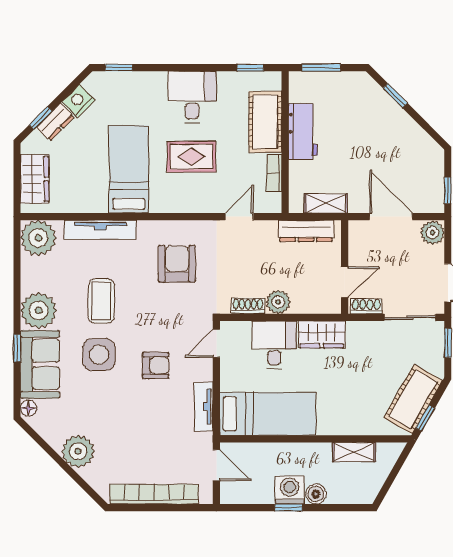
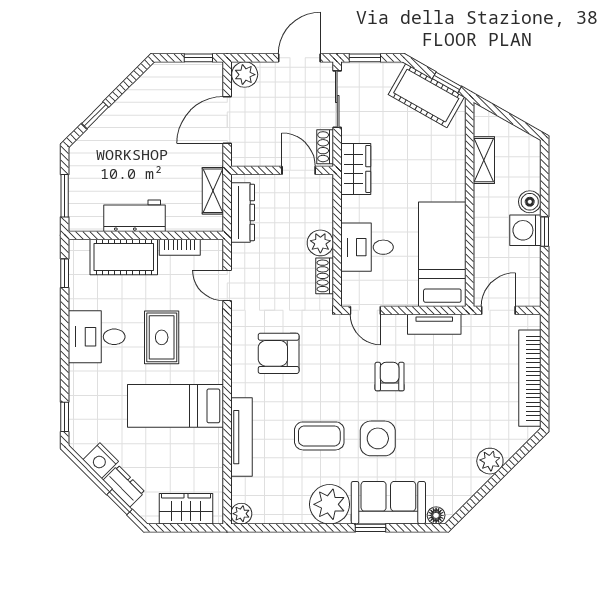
plant: (38, 238) -> (241, 514), width x0.53, depth x0.53
wardrobe: (322, 334) -> (356, 169), moved
plant: (78, 451) -> (490, 461), width x0.73, depth x0.73

